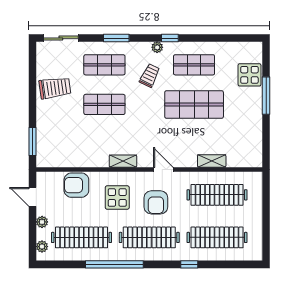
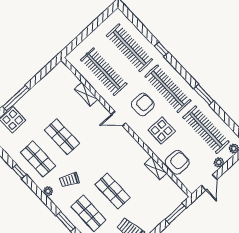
window: (170, 38) -> (19, 172), moved
shop shelf: (194, 104) -> (62, 137), width x0.70, depth x0.74
shelving: (123, 161) -> (156, 168), moved
door: (163, 169) -> (119, 119), hinge flipped
armchair: (76, 185) -> (177, 162), turned -90
window: (114, 264) -> (204, 95), width x0.47

